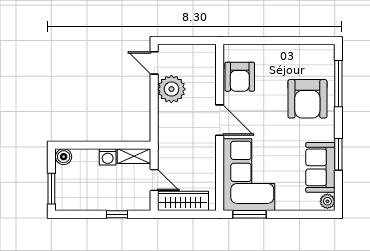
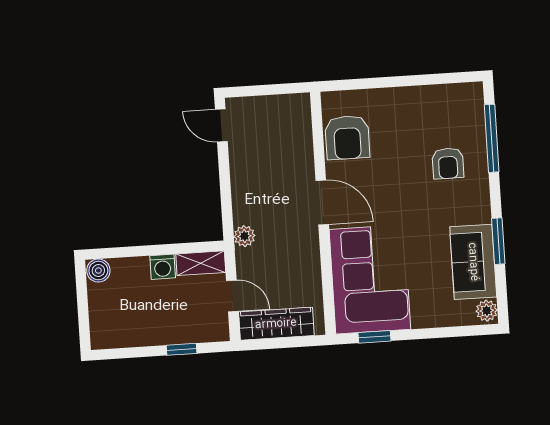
plant: (171, 89) -> (244, 236), moved, width x0.53, depth x0.53
armchair: (307, 99) -> (448, 163), width x0.53, depth x0.53
window: (51, 189) -> (84, 318), removed
window: (250, 214) -> (374, 337), width x0.67

